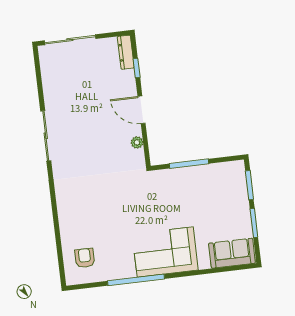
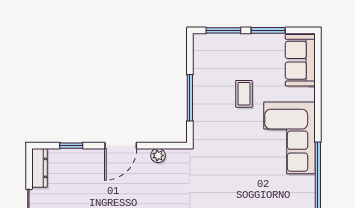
dresser: (126, 52) -> (39, 168), moved, turned -90
coffee table: (198, 209) -> (244, 94), added

